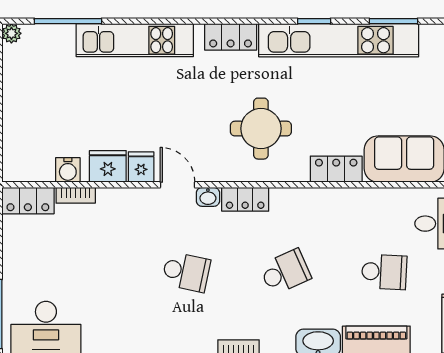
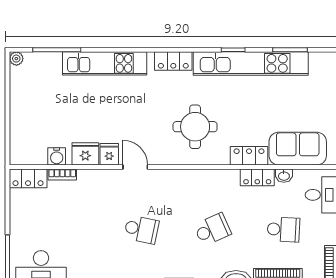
washbasin: (208, 197) -> (284, 176), moved
locker: (245, 199) -> (257, 177), moved

